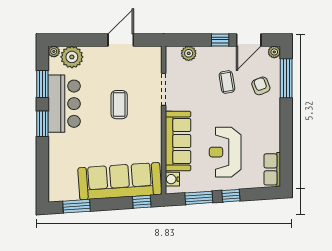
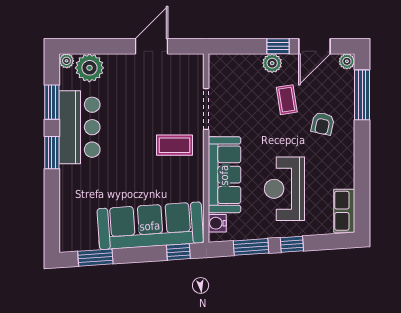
plant: (189, 53) -> (272, 63), moved
armchair: (261, 86) -> (323, 124), moved, turned -147
coffee table: (119, 105) -> (174, 145), moved, turned 90

